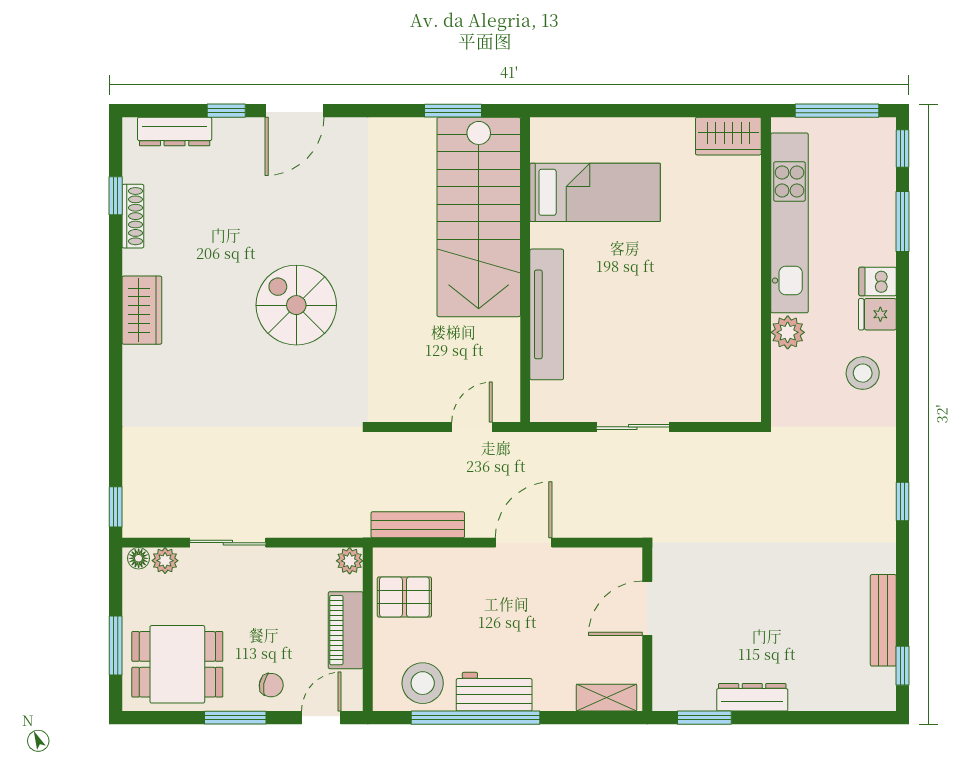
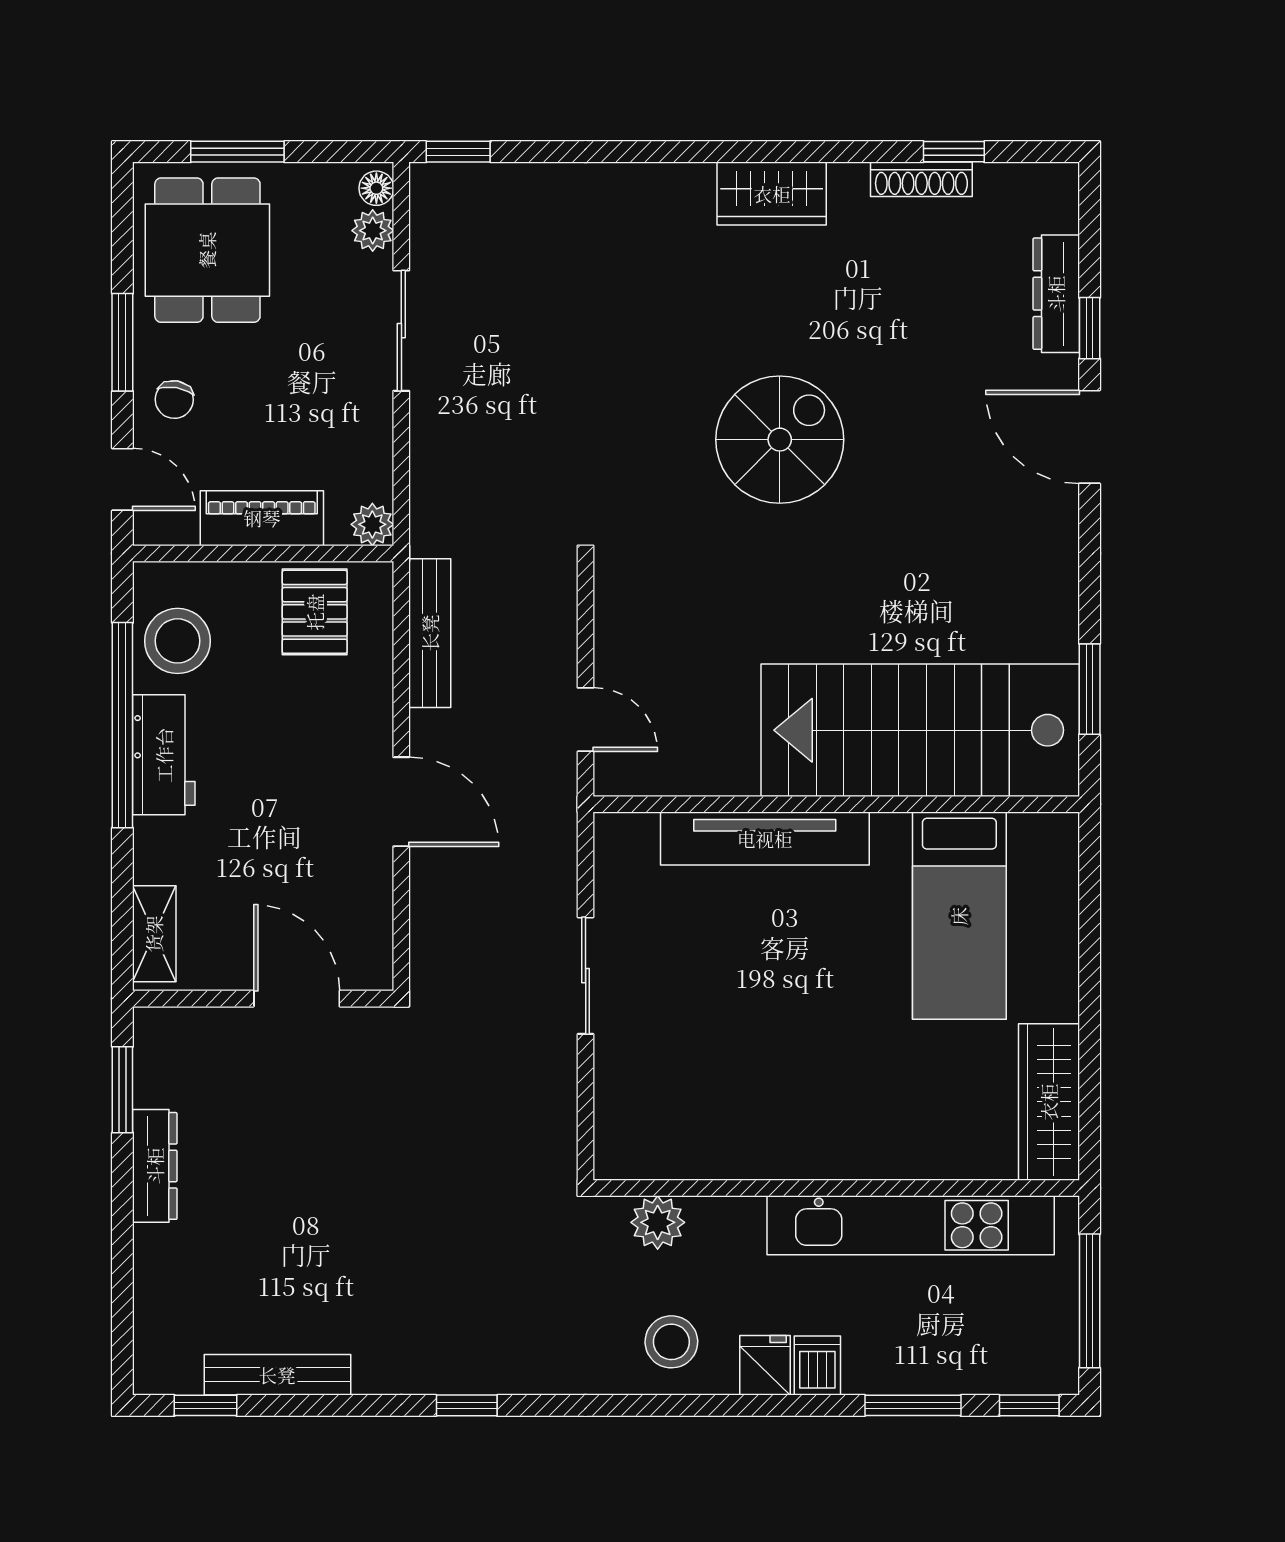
dresser: (175, 131) -> (1056, 294), moved
wardrobe: (728, 136) -> (1049, 1102), width x1.50
plant: (788, 332) -> (658, 1222), moved

